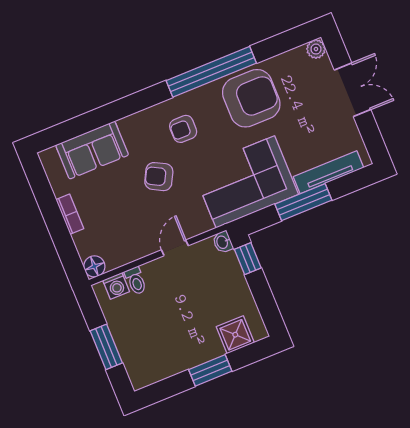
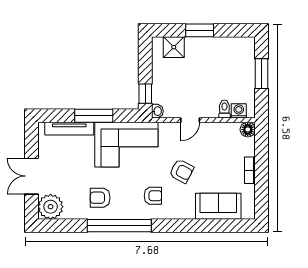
plant: (316, 49) -> (51, 207), width x1.87, depth x1.87
armchair: (251, 98) -> (100, 198), width x0.53, depth x0.53

